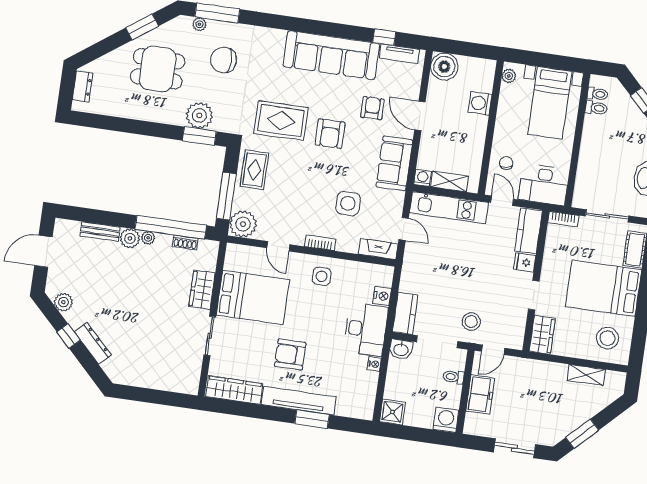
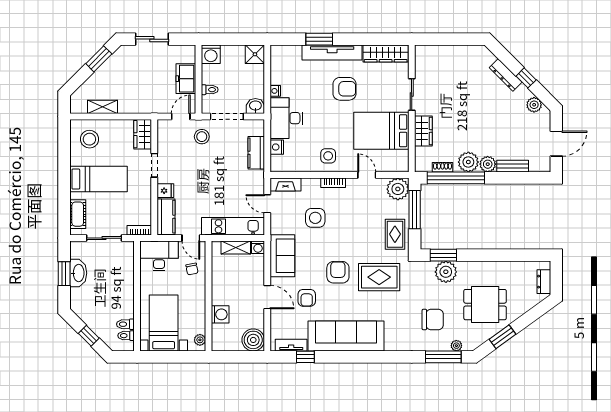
plant: (148, 238) -> (468, 162), width x1.88, depth x1.88
bed: (604, 288) -> (98, 179), width x0.67
kitchen counter: (405, 313) -> (256, 153), moved

